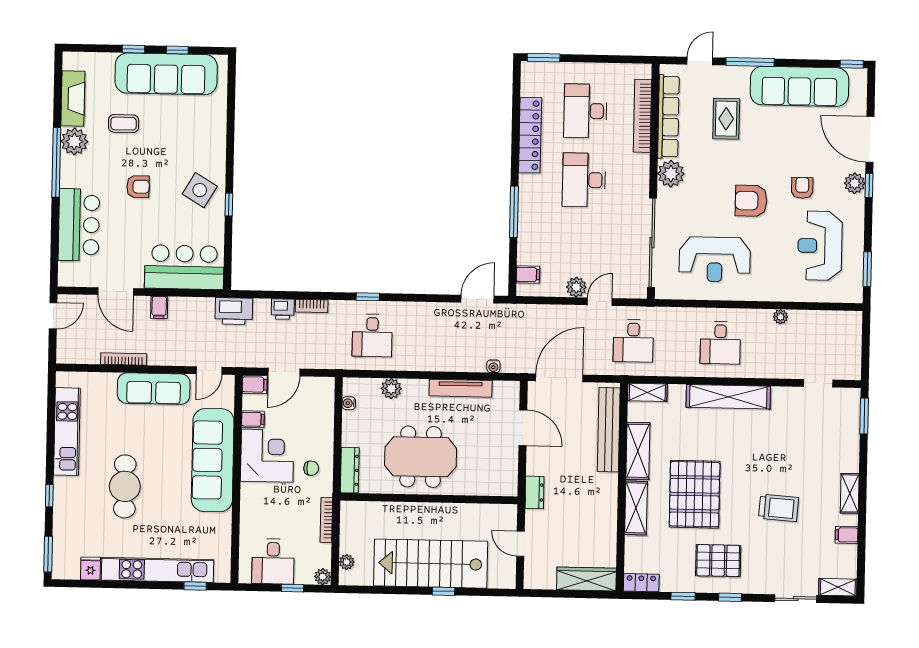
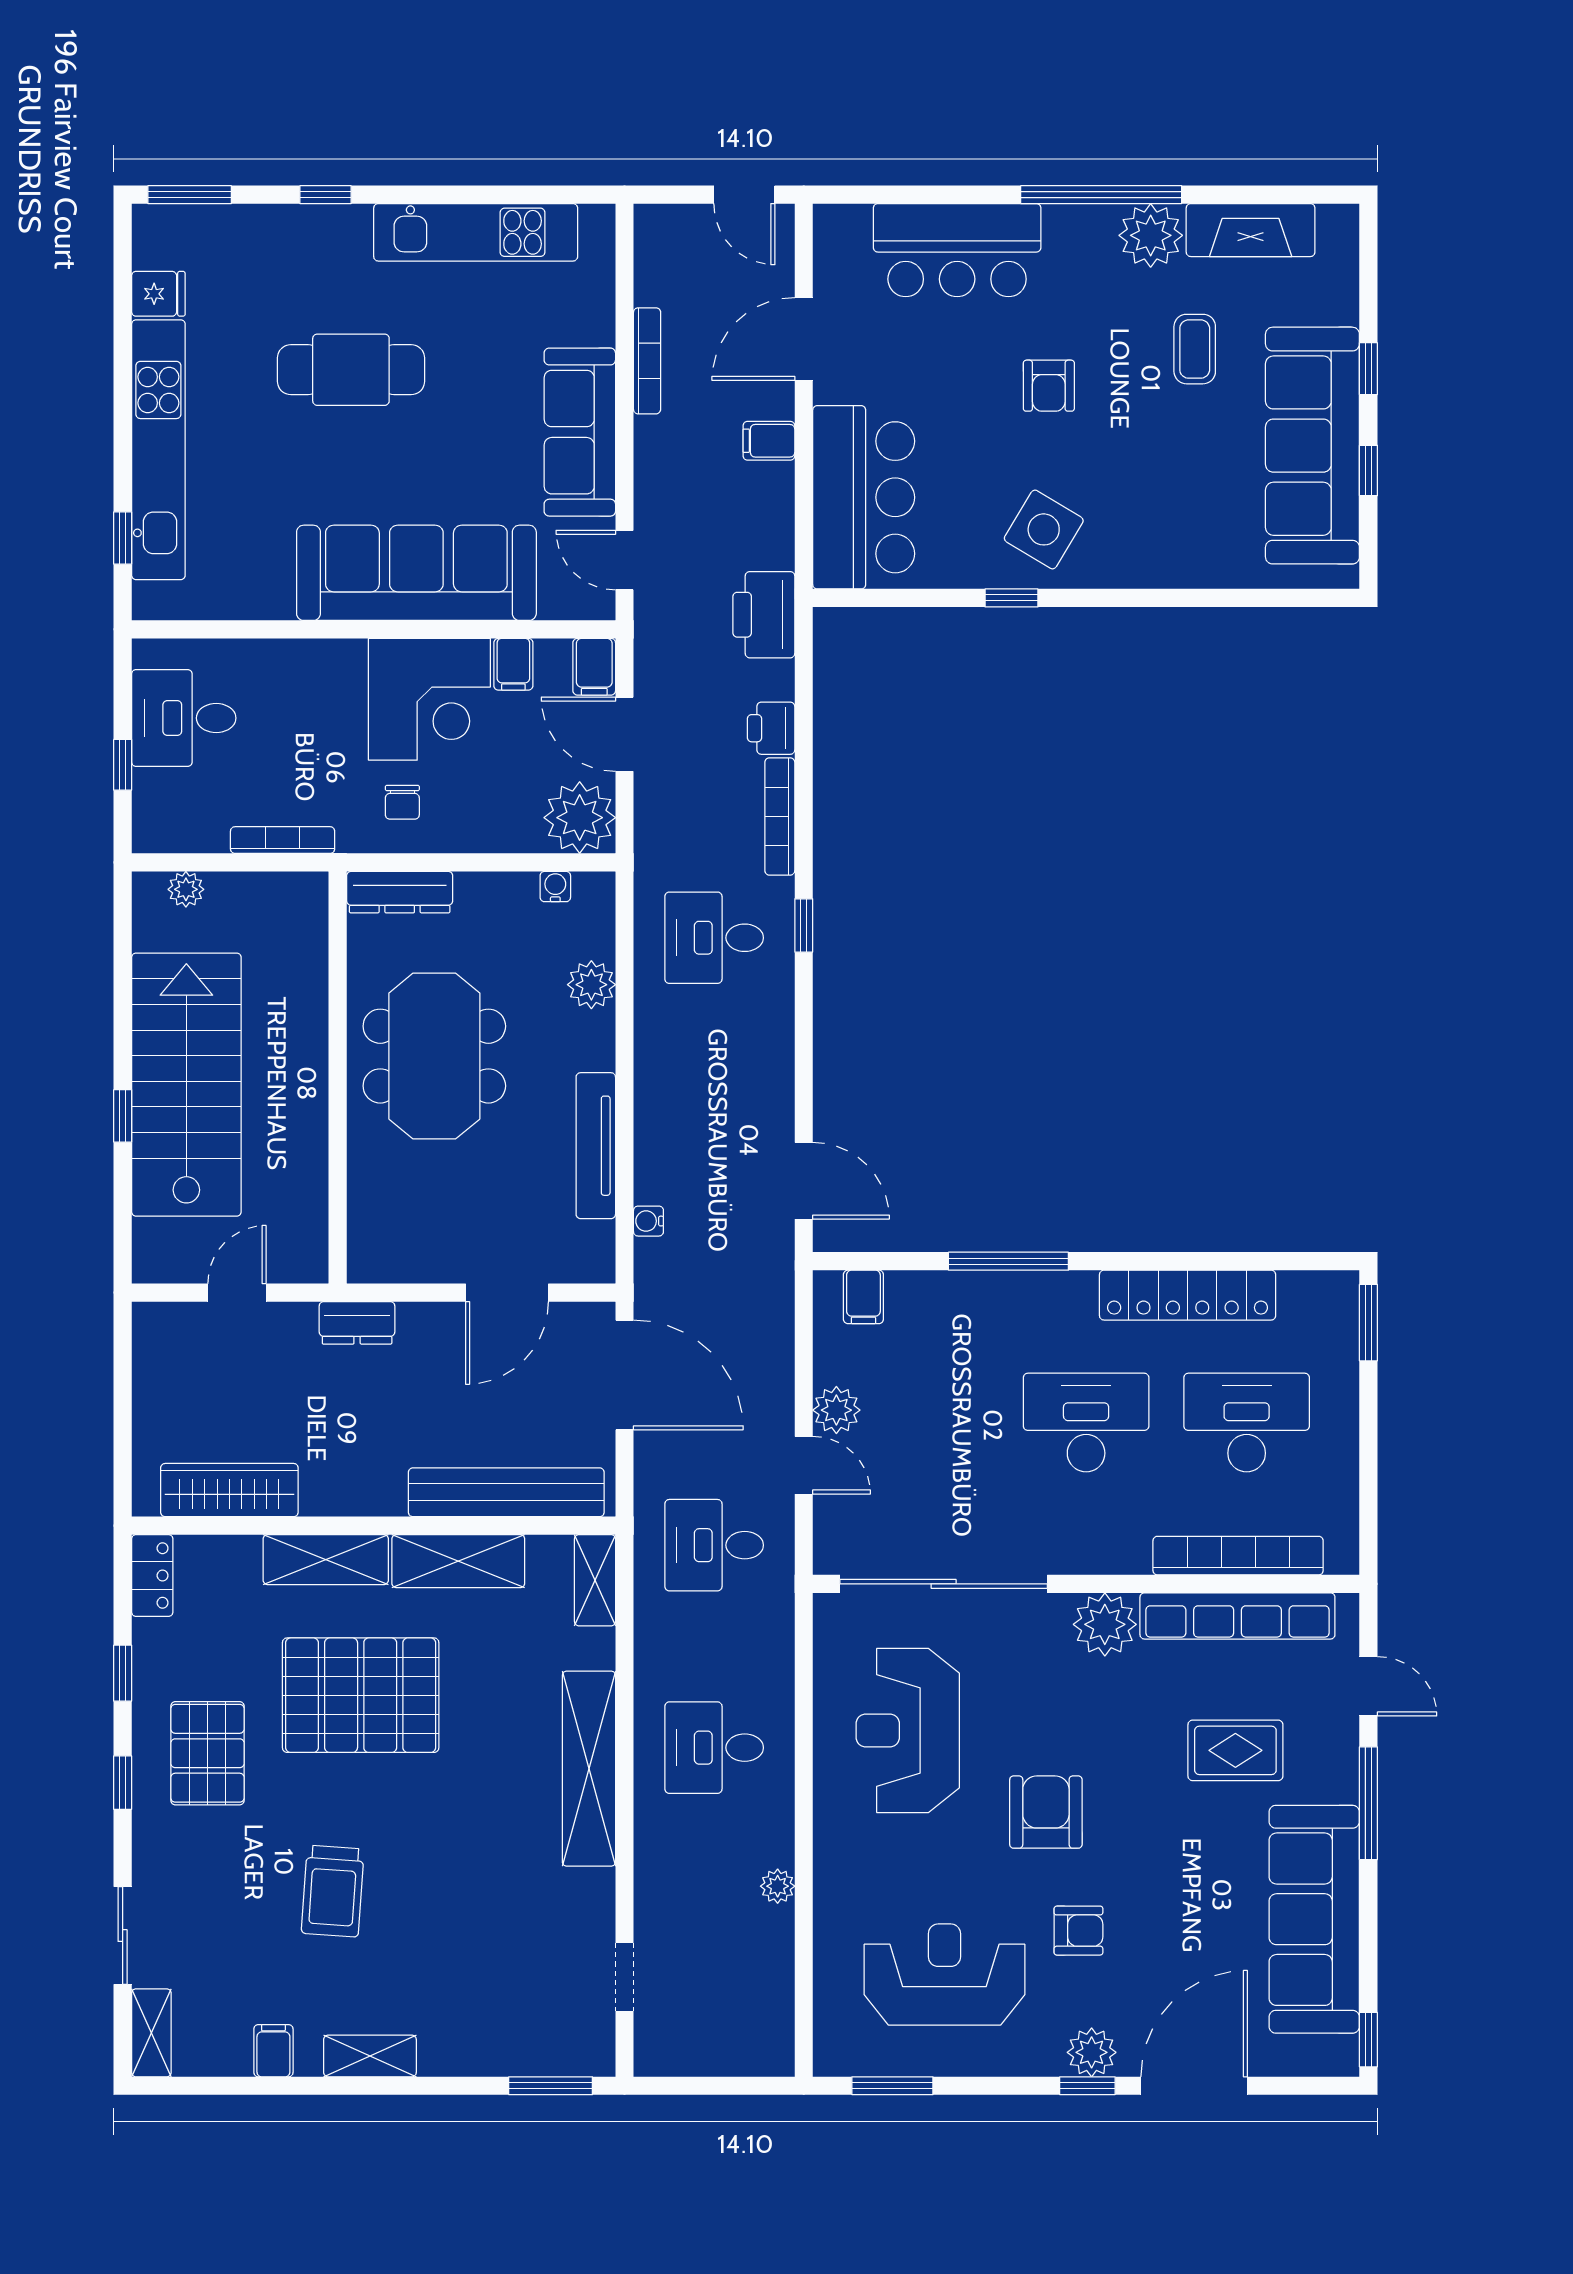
bookcase: (312, 306) -> (780, 816), width x1.56
plant: (323, 577) -> (580, 818), moved, width x1.88, depth x1.88
wardrobe: (586, 579) -> (229, 1490), moved, turned -90

